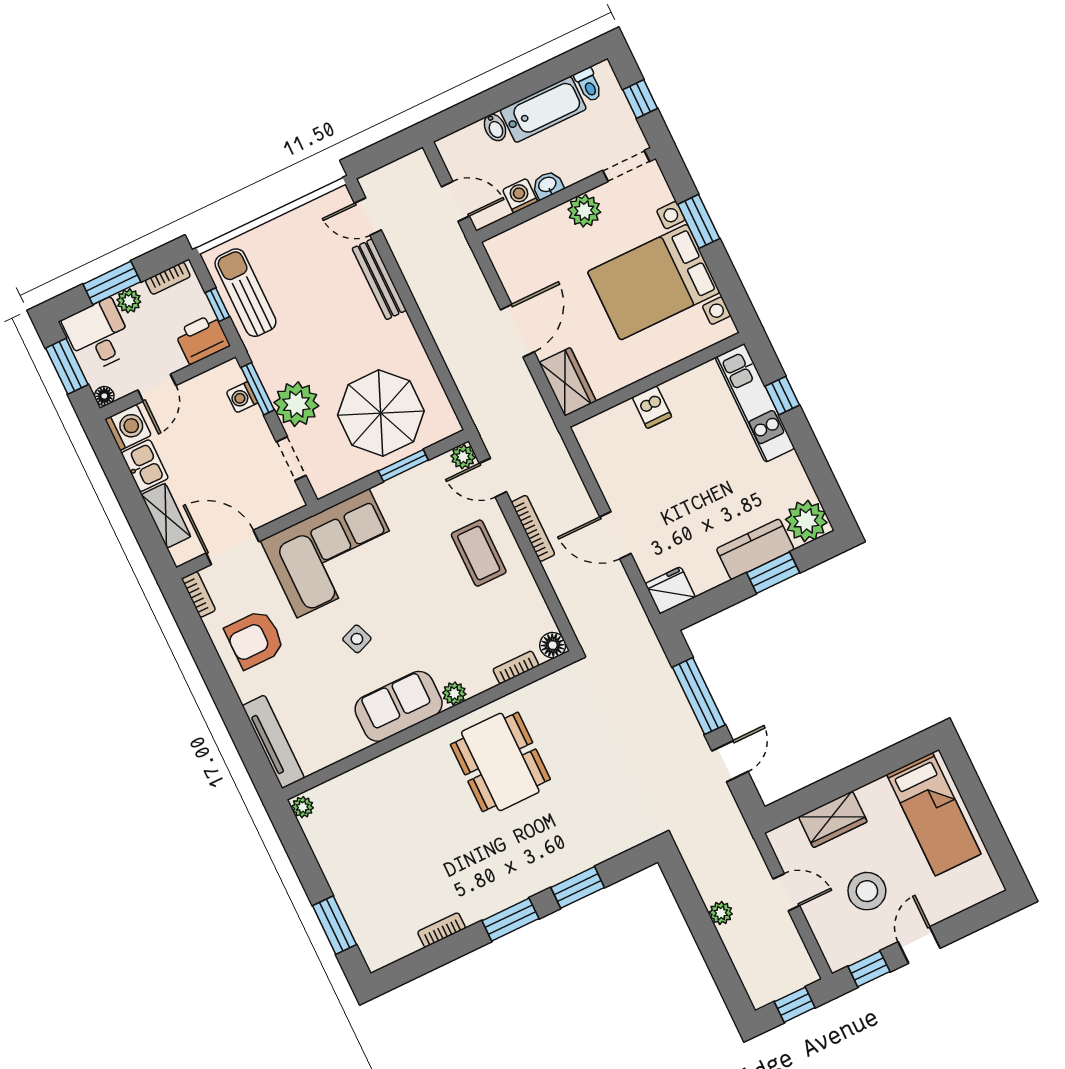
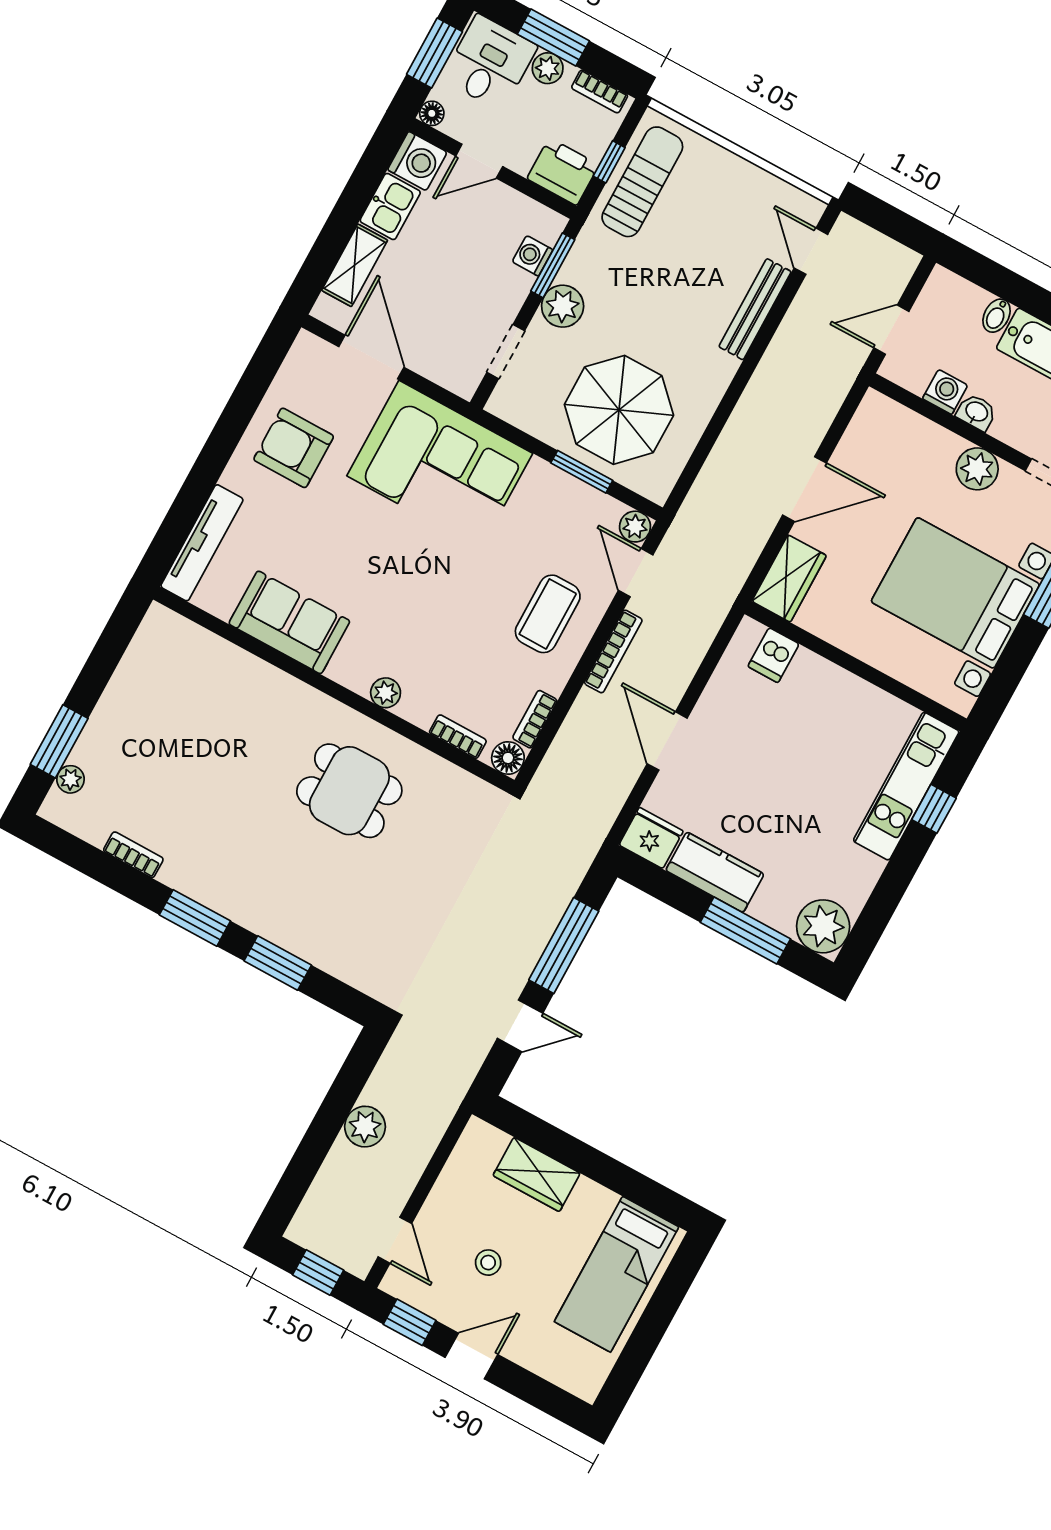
door: (455, 201) -> (891, 330), swing flipped
plant: (296, 404) -> (563, 306), width x0.73, depth x0.73
dishwasher: (652, 407) -> (774, 655), moved
kitchen counter: (755, 549) -> (715, 872), moved
window: (773, 573) -> (745, 931), width x1.44
bookcase: (198, 594) -> (535, 719), moved, turned 180
side table: (357, 639) -> (369, 552), removed
sofa: (399, 706) -> (289, 622), moved
dining table: (500, 762) -> (349, 791), width x0.73
plant: (303, 807) -> (70, 779), moved
stool: (867, 891) -> (488, 1263), width x0.53, depth x0.53
door: (786, 892) -> (395, 1240), moved
plant: (721, 913) -> (365, 1127), width x1.38, depth x1.38

